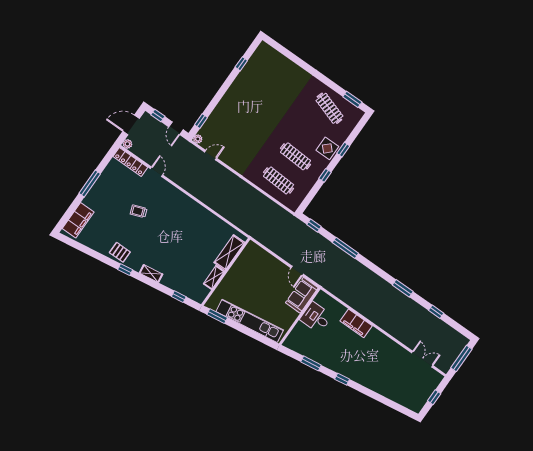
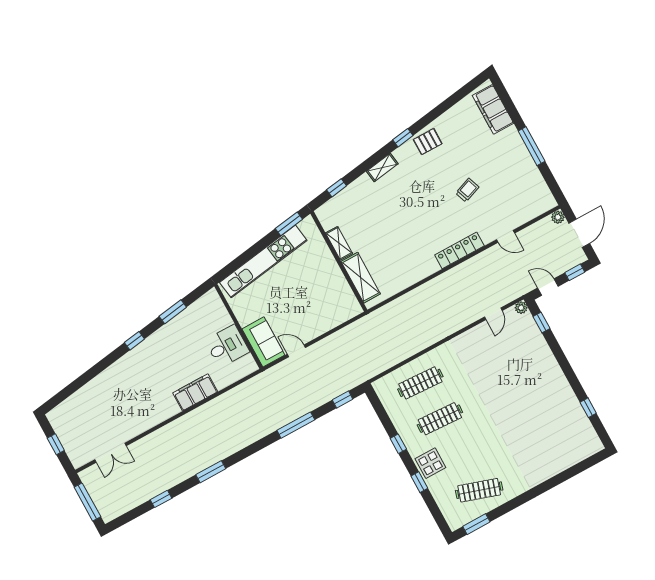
locker: (130, 162) -> (459, 250), moved

